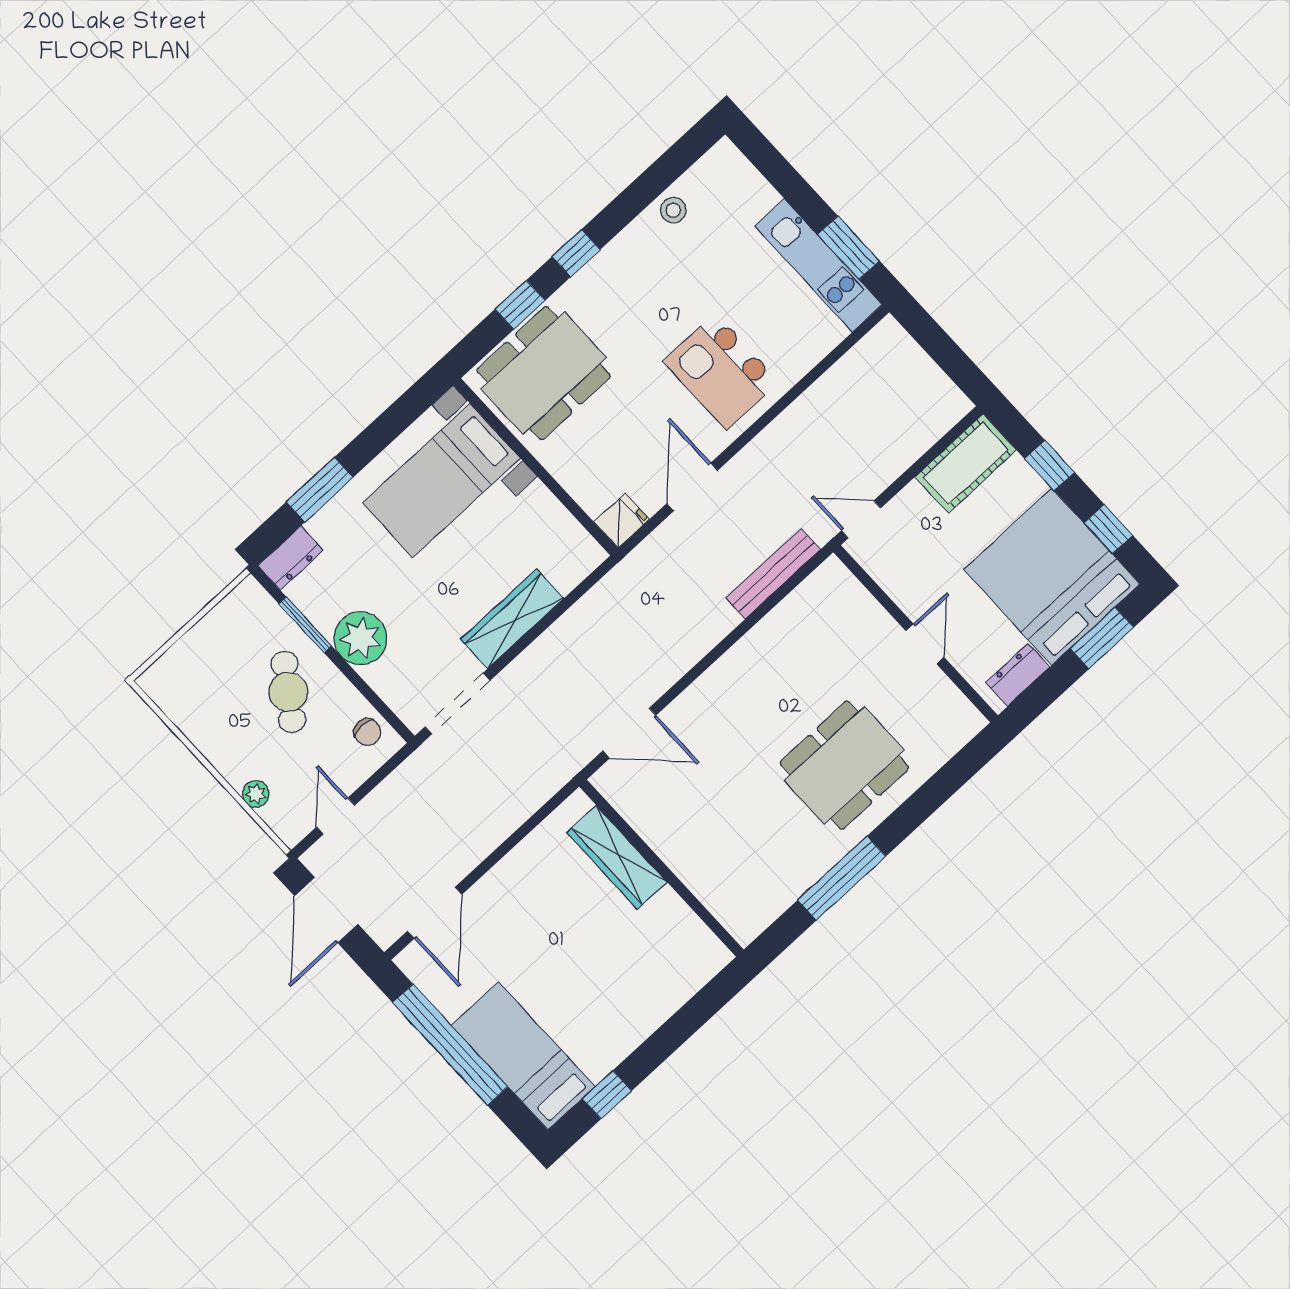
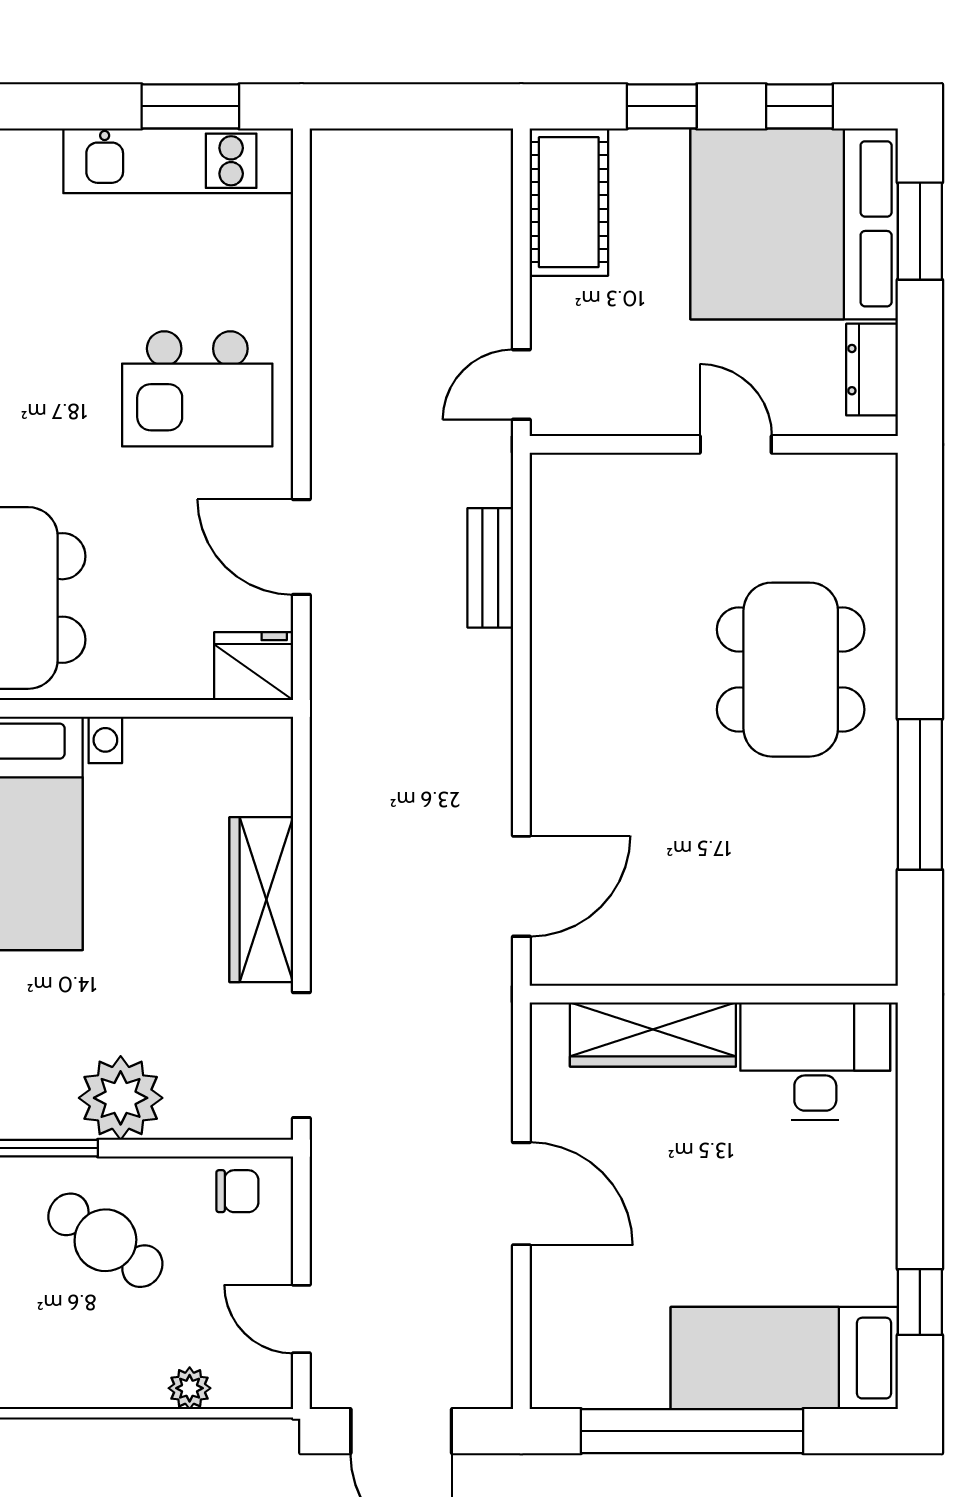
fridge: (622, 521) -> (254, 666), width x1.38
bench: (773, 574) -> (490, 568), width x0.73
door: (435, 913) -> (521, 1194), moved
desk: (674, 944) -> (815, 1061), added

